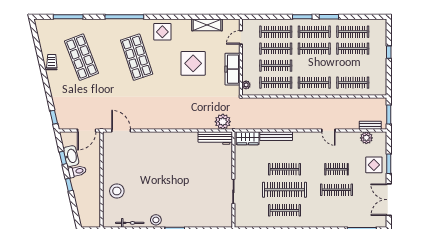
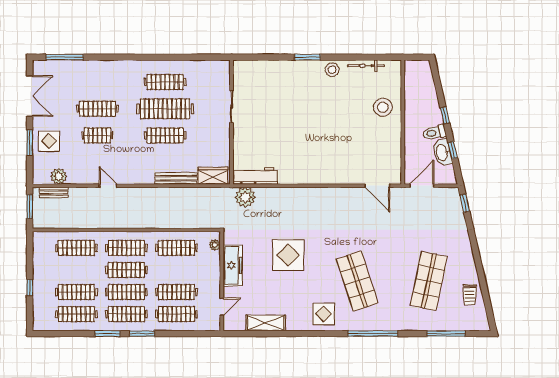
shop shelf: (81, 57) -> (429, 281), turned 33
trolley: (52, 62) -> (470, 295), moved
display table: (193, 63) -> (288, 255), moved
clothes rail: (276, 66) -> (126, 270), moved

